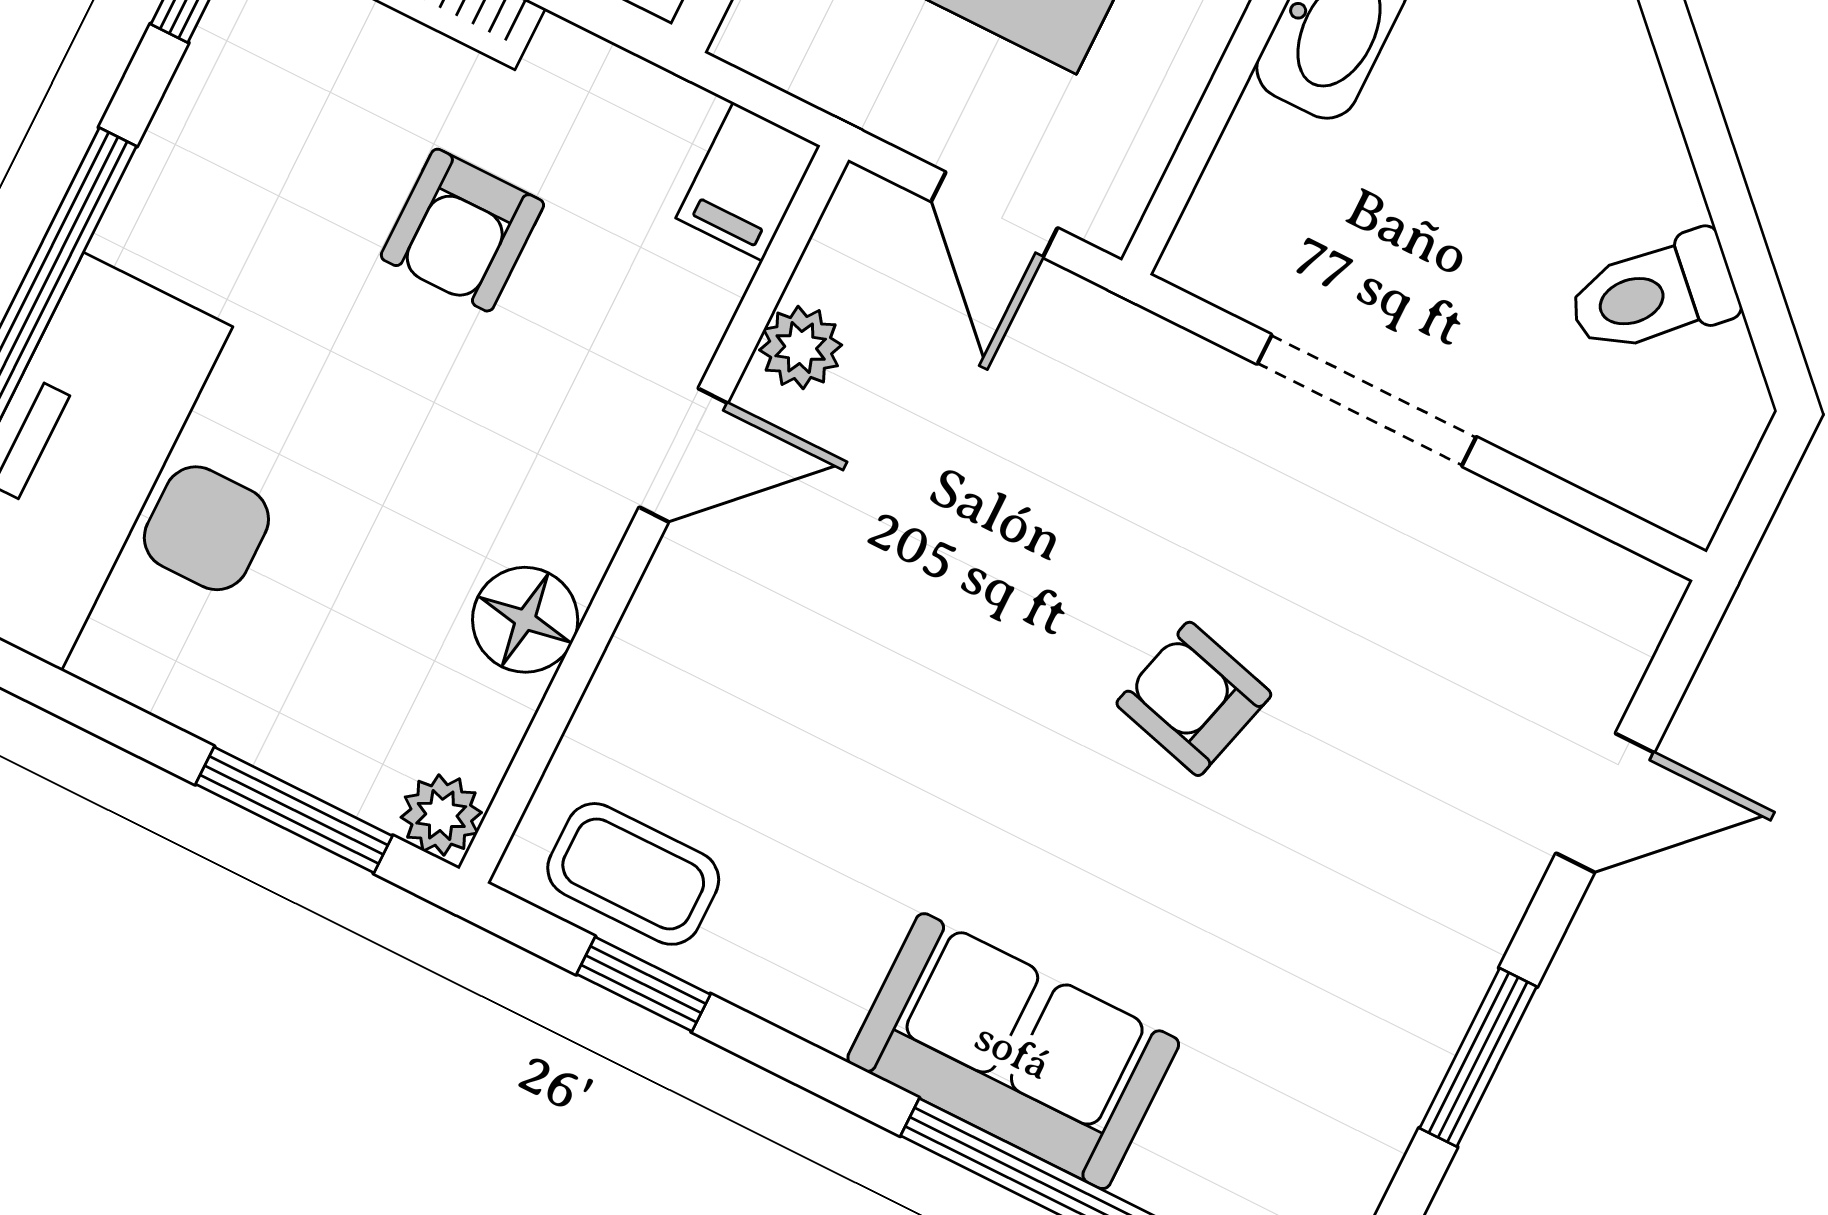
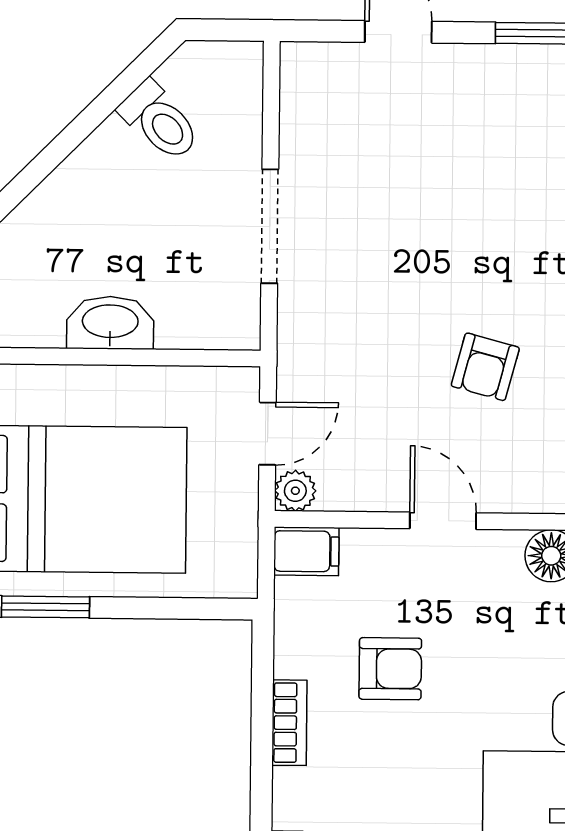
plant: (801, 347) -> (295, 491), moved
armchair: (1194, 699) -> (485, 367), moved

